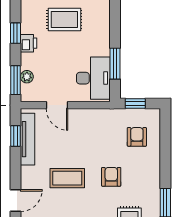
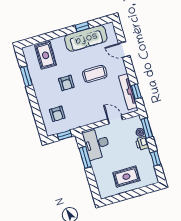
printer: (29, 43) -> (142, 143), moved
door: (16, 201) -> (124, 50), hinge flipped

